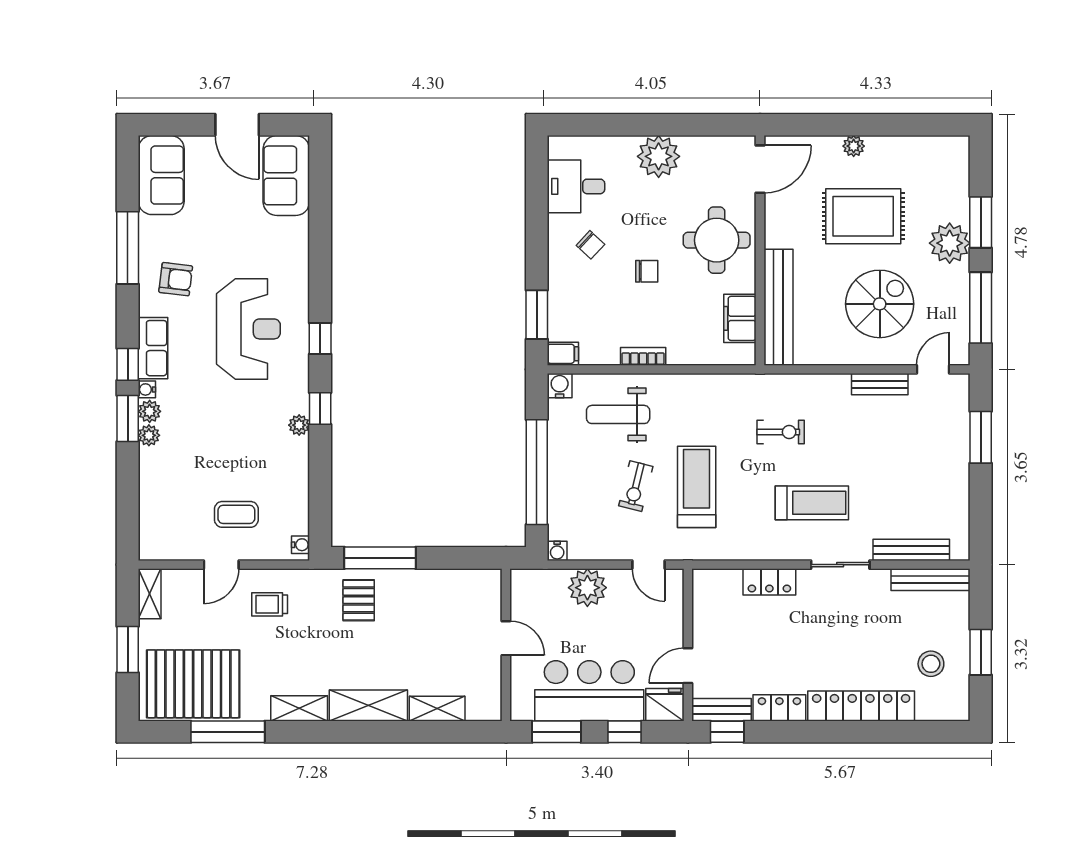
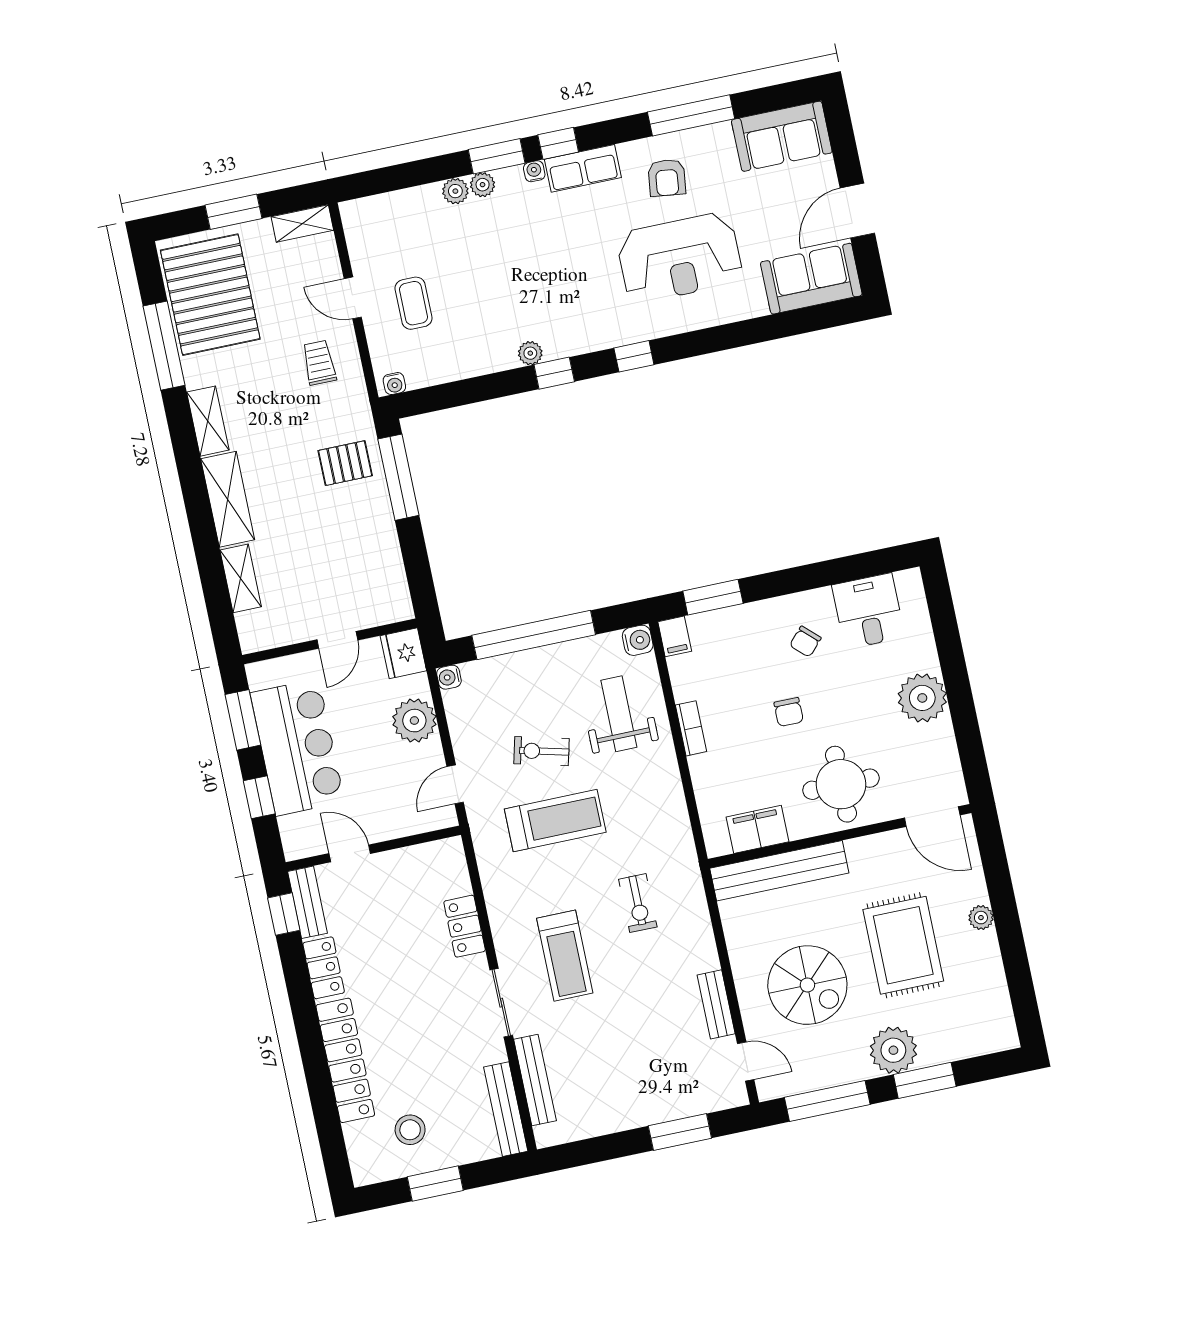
reception desk: (248, 329) -> (680, 258), moved
plant: (150, 411) -> (455, 191), moved
fridge: (665, 705) -> (403, 653), moved, turned 180

